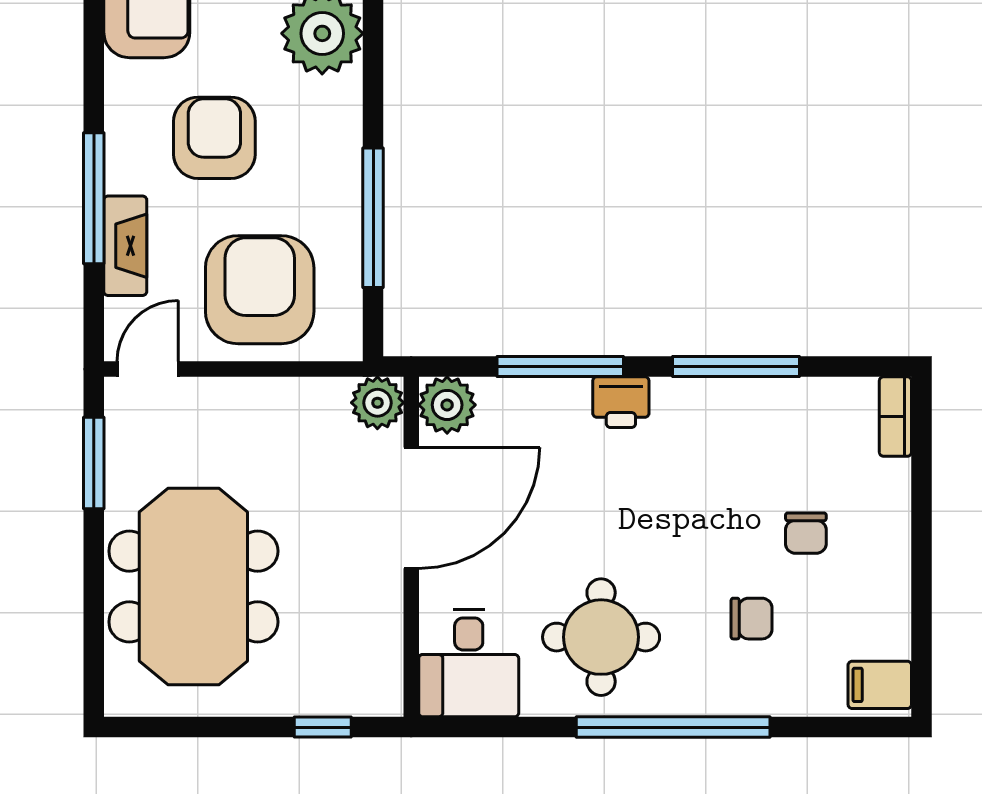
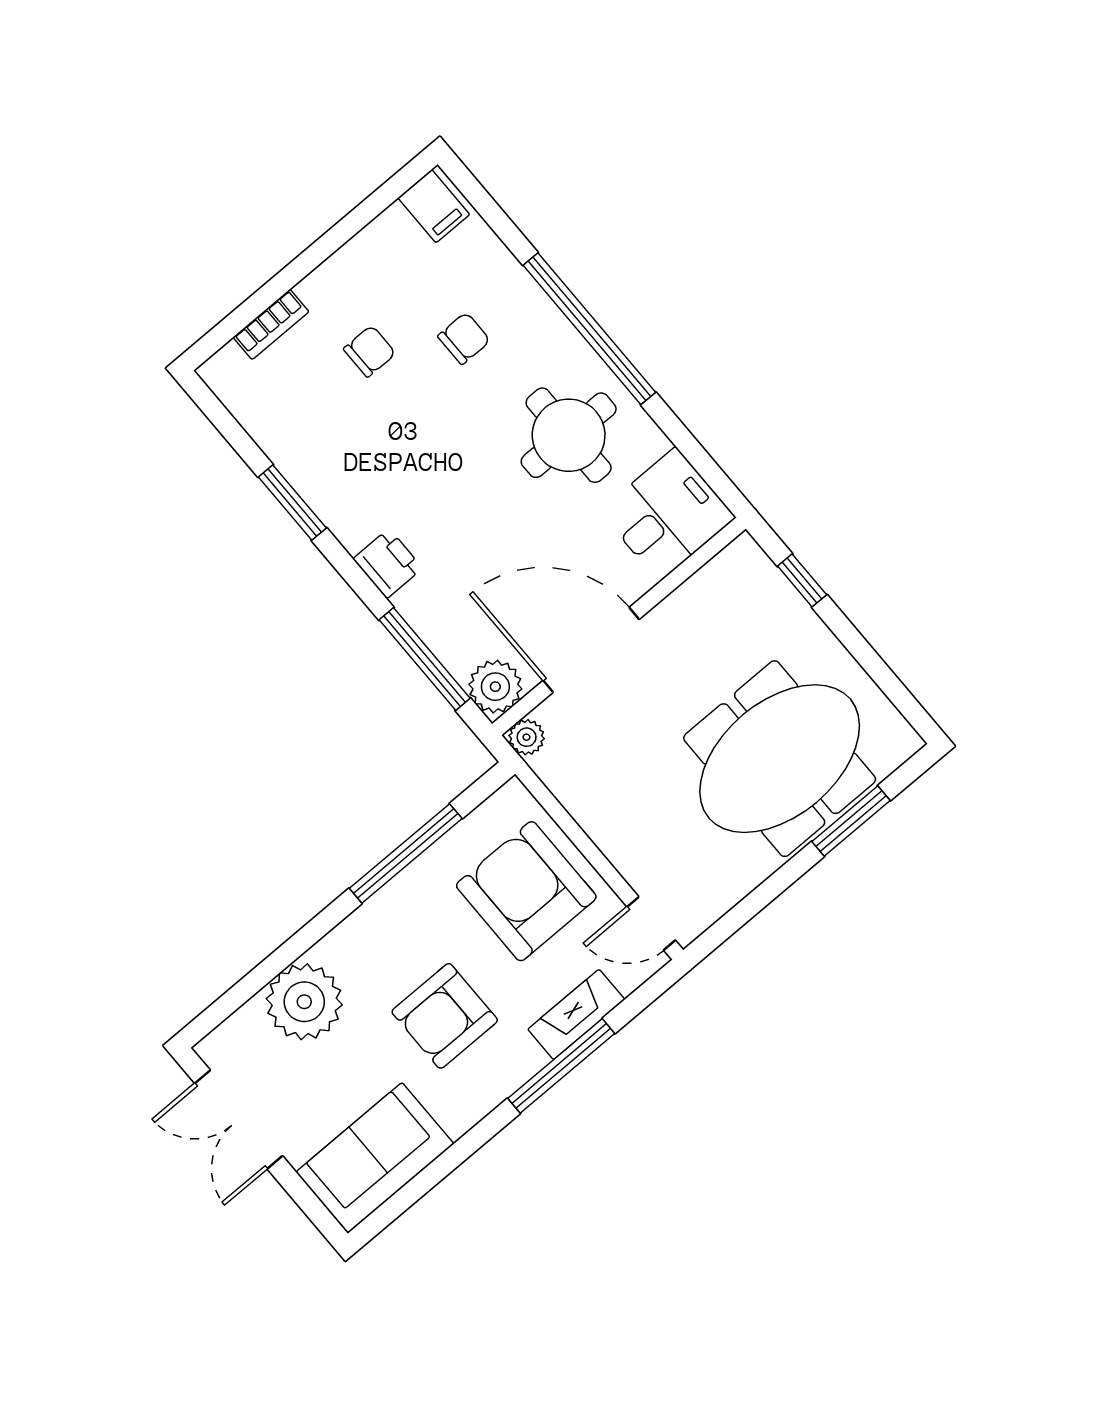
armchair: (260, 290) -> (526, 891), turned 90
window: (560, 367) -> (425, 659), moved
window: (736, 367) -> (292, 502), width x0.69
plant: (377, 403) -> (527, 737), width x0.73, depth x0.73
bookcase: (895, 417) -> (271, 324), moved
window: (94, 463) -> (851, 821), moved
chair: (752, 619) -> (464, 338), turned 90

